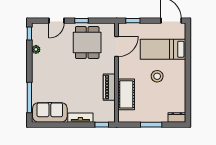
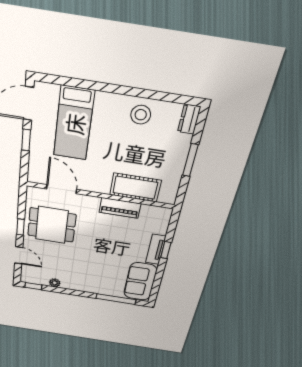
window: (133, 21) -> (26, 140), moved
stool: (157, 76) -> (141, 115), moved
window: (102, 125) -> (166, 250), moved

